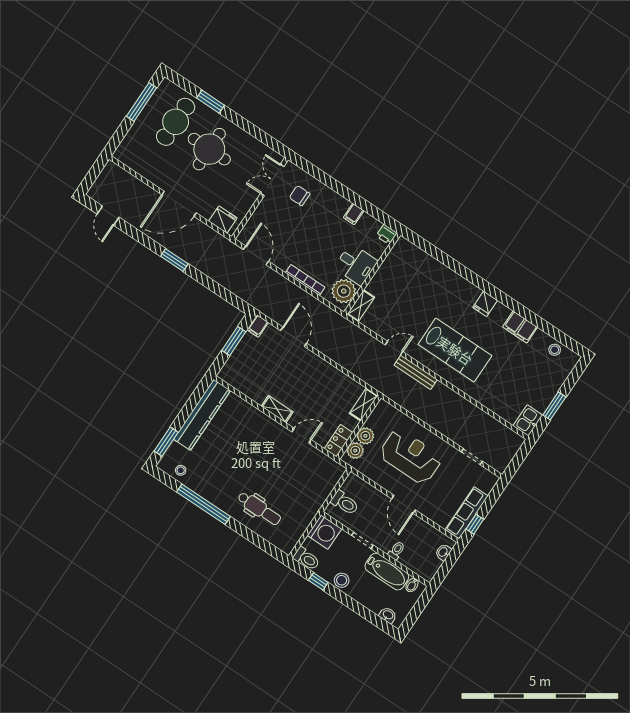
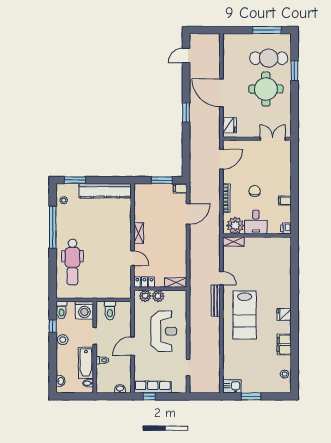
chair: (300, 196) -> (255, 191), moved
dental chair: (259, 508) -> (72, 262), width x1.36, depth x1.38

